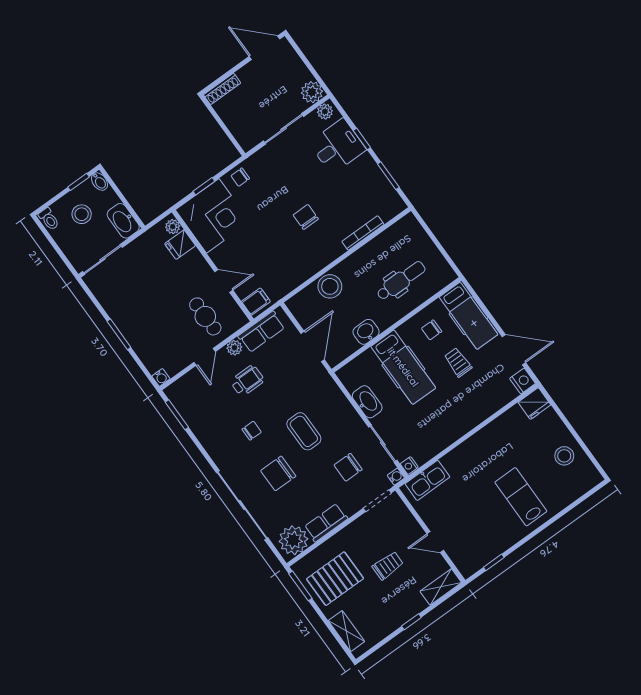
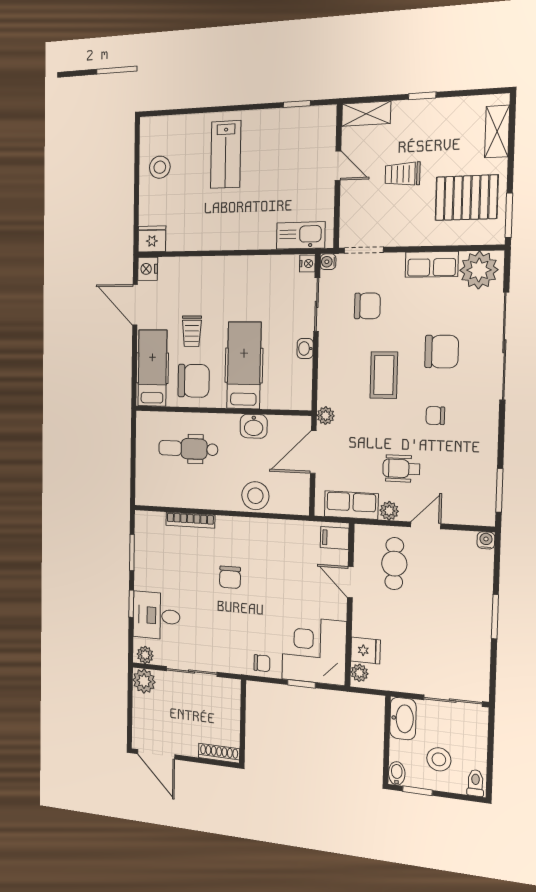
chair: (432, 330) -> (194, 381), width x1.87, depth x1.87
plant: (322, 377) -> (326, 416), added
washbasin: (367, 402) -> (305, 348), width x0.52, depth x0.69

